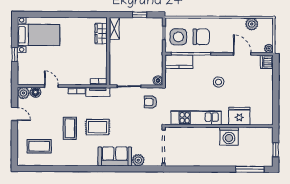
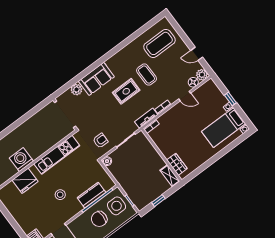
kitchen counter: (179, 62) -> (92, 195), moved
coffee table: (39, 146) -> (159, 43), width x1.36, depth x1.32

